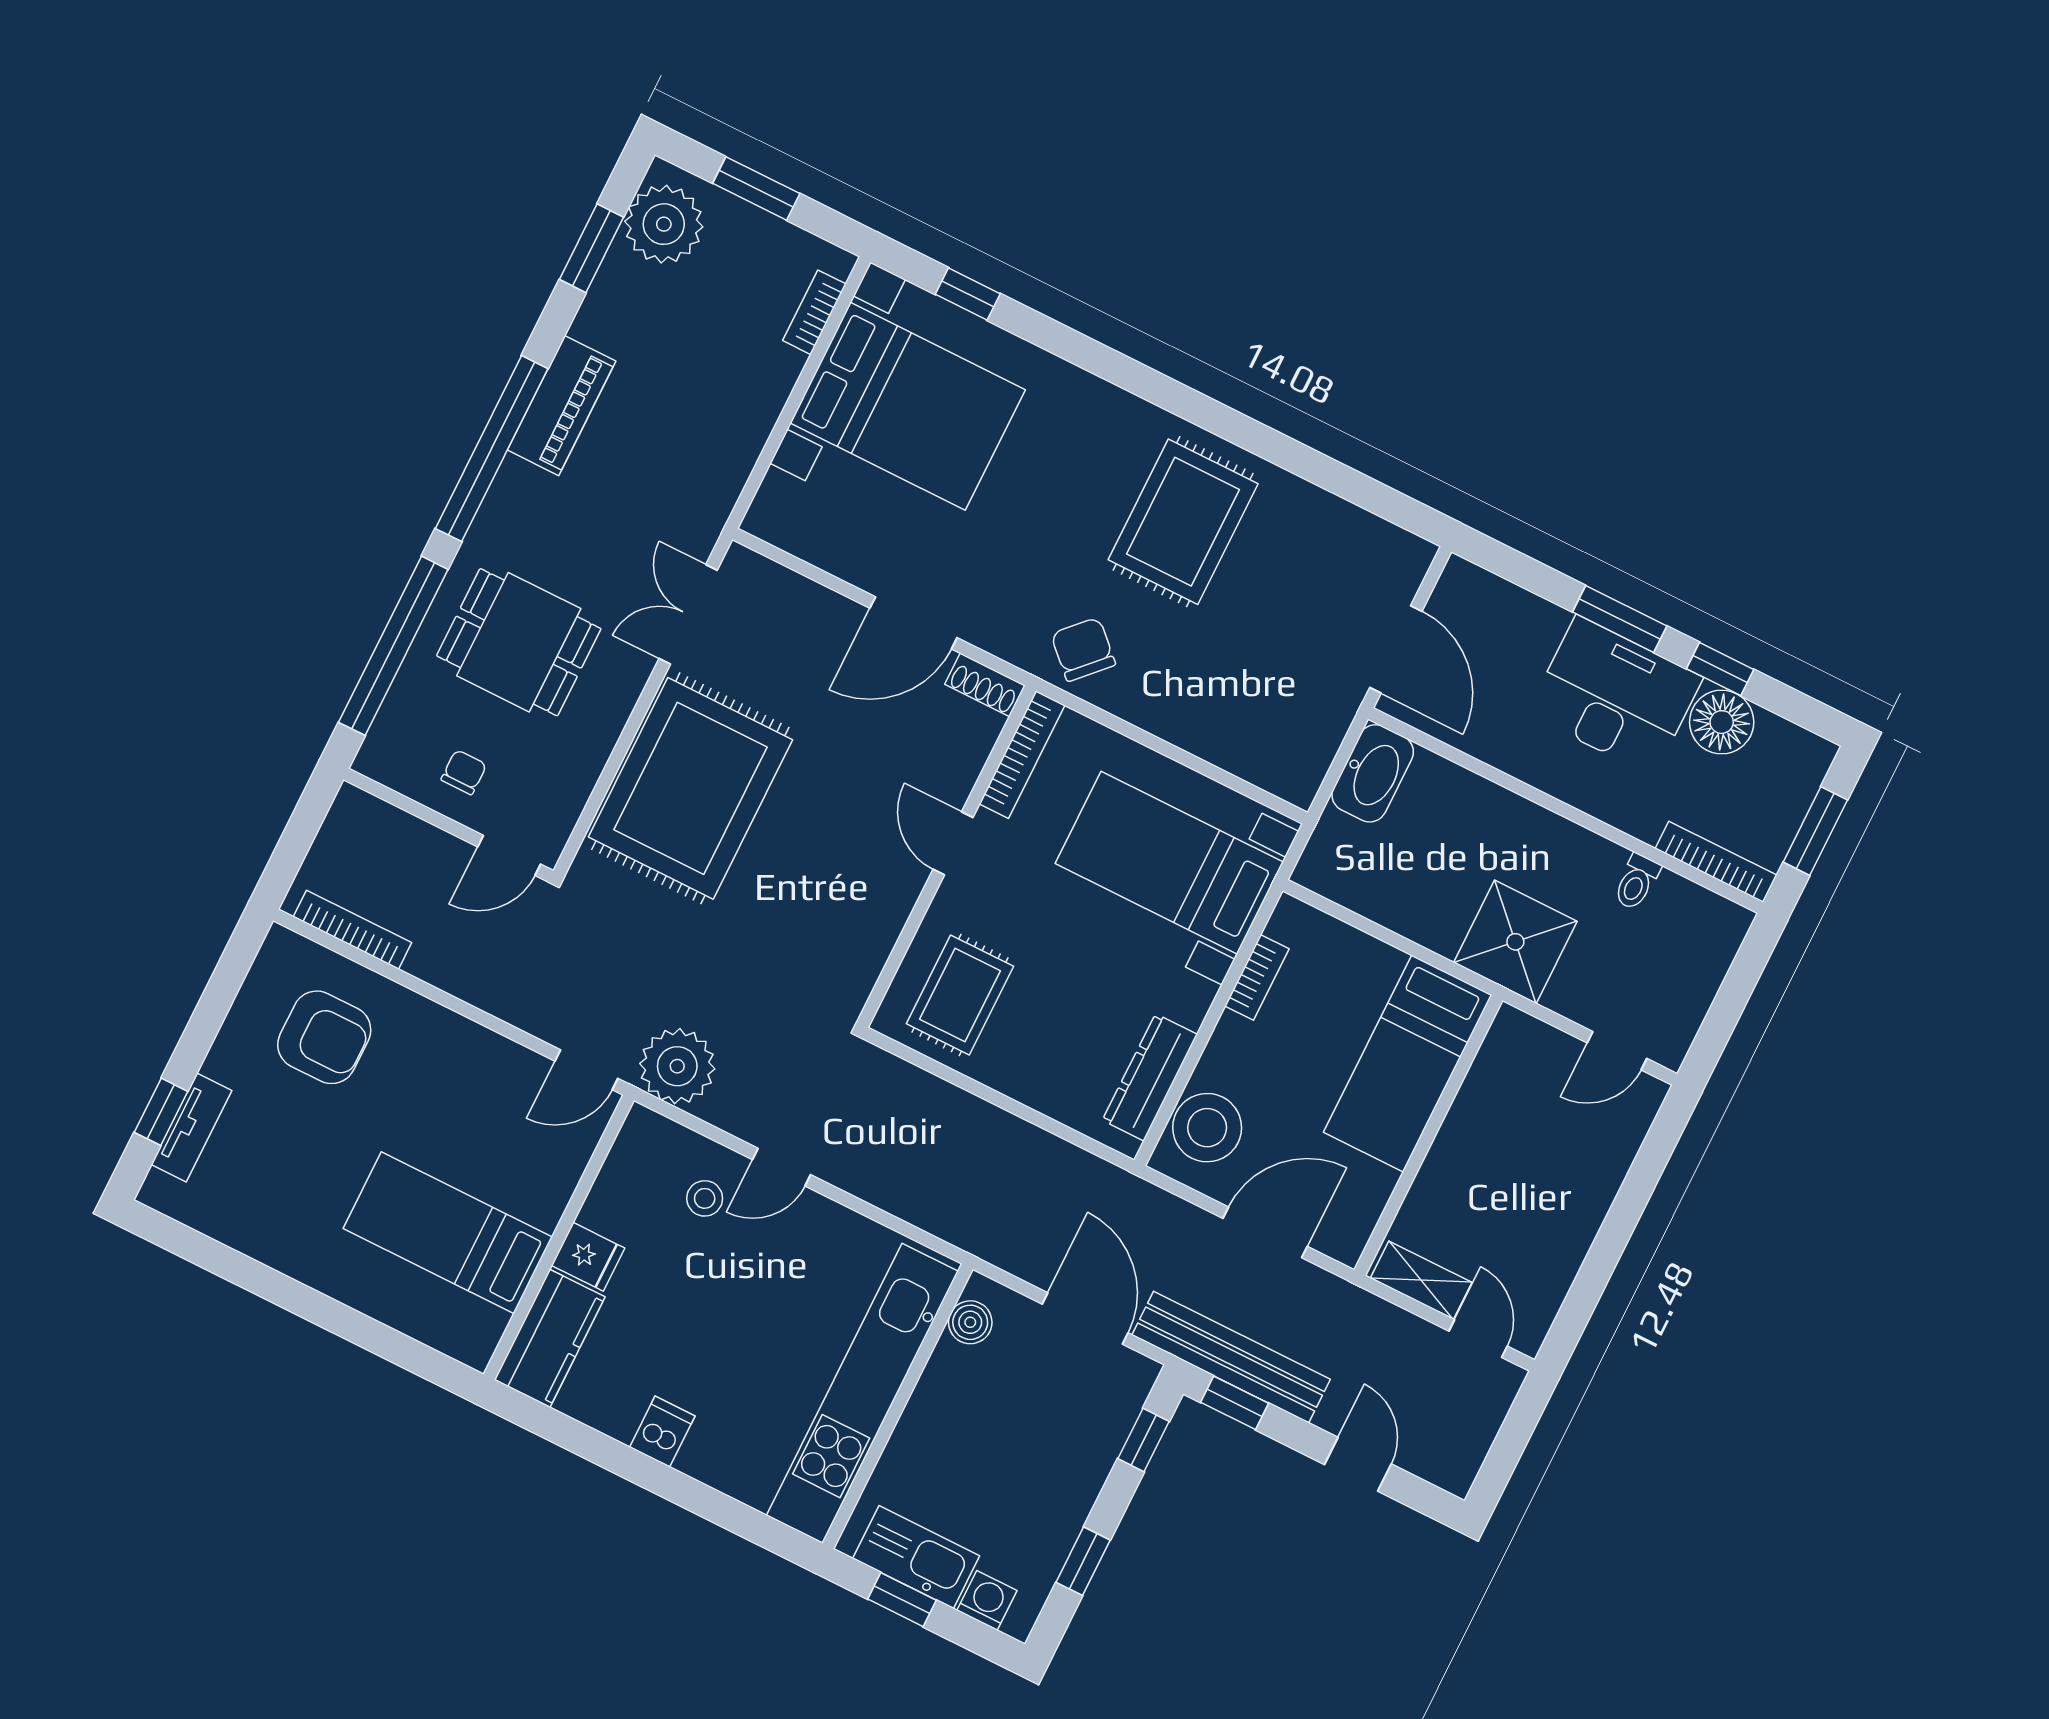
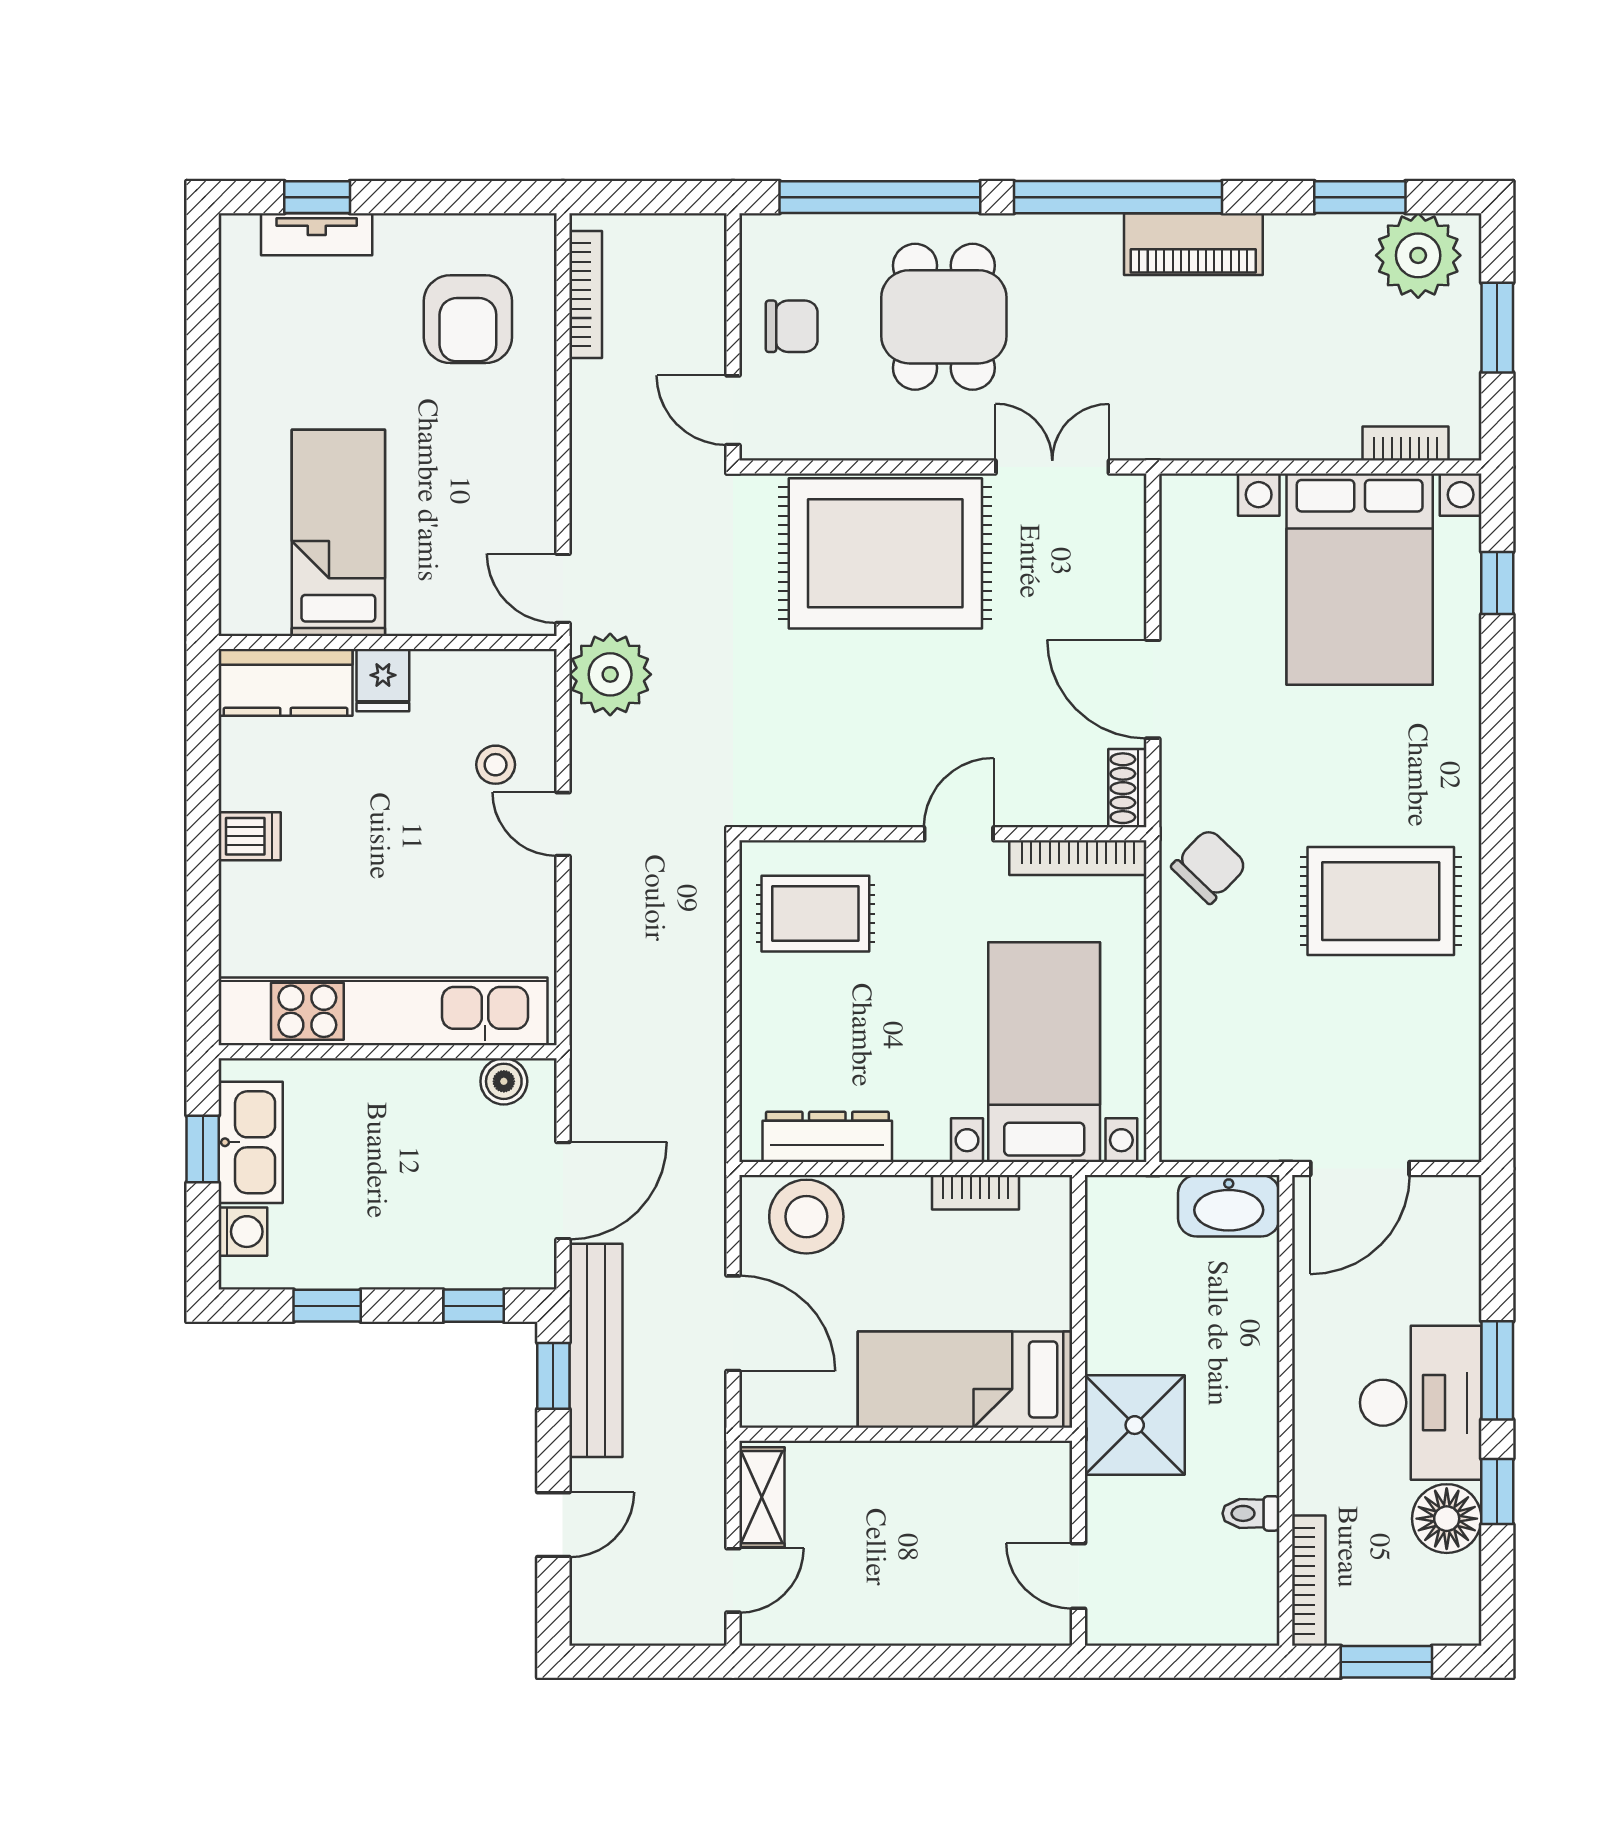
chair: (464, 772) -> (792, 326), width x1.37, depth x1.37

